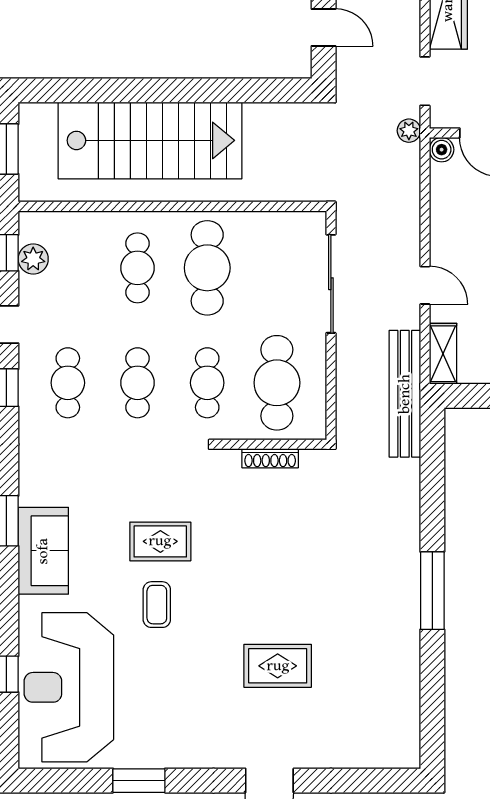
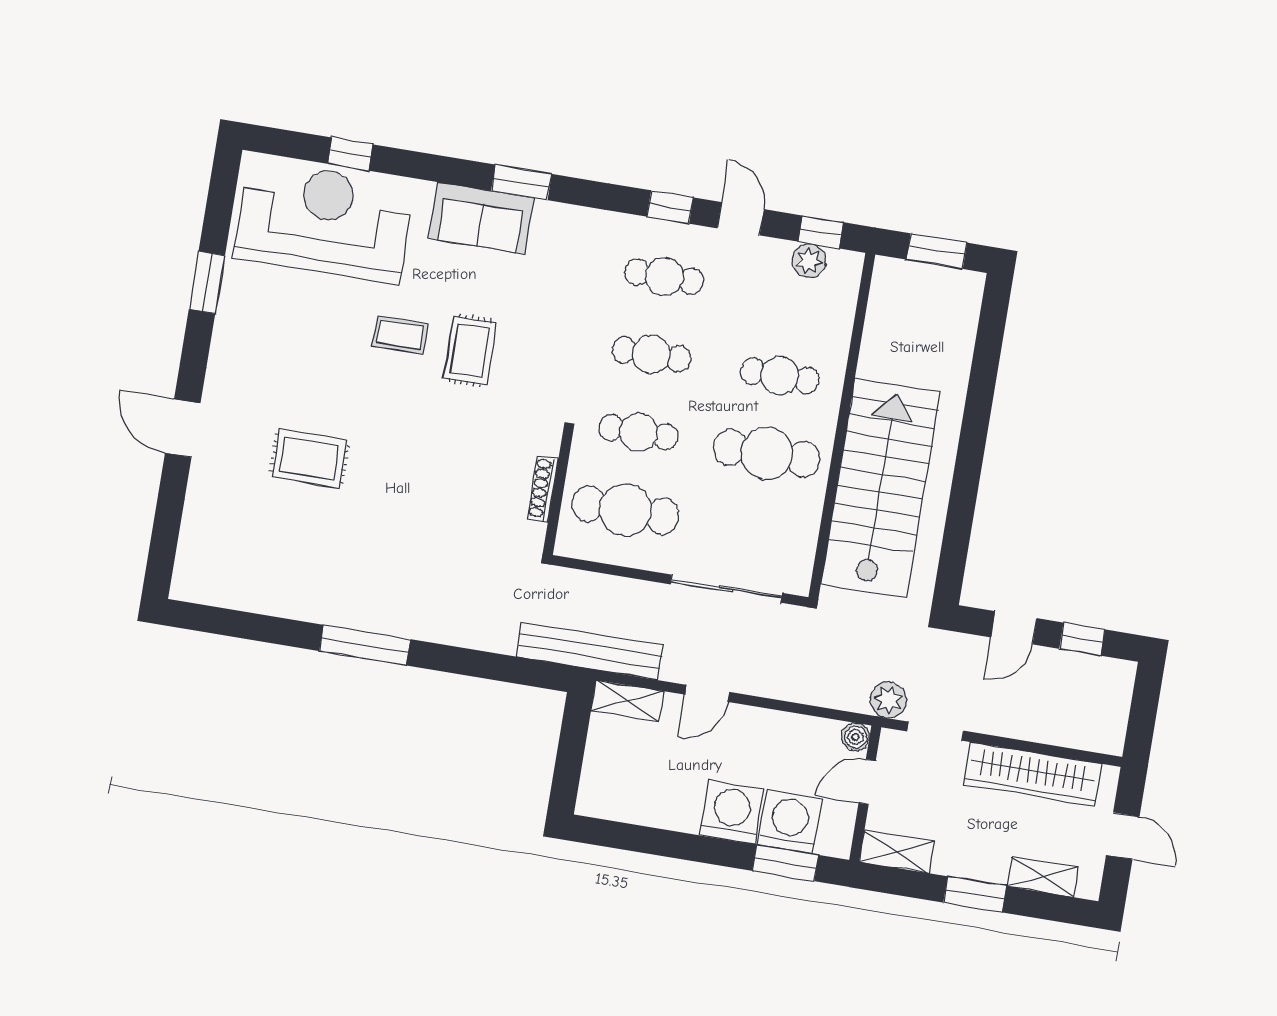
plant: (409, 131) -> (888, 700), width x1.38, depth x1.38
stairs: (150, 140) -> (881, 488), moved, turned 180
rug: (278, 666) -> (309, 458), turned 90

